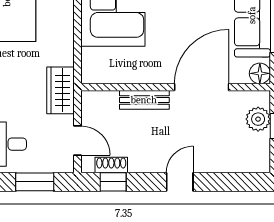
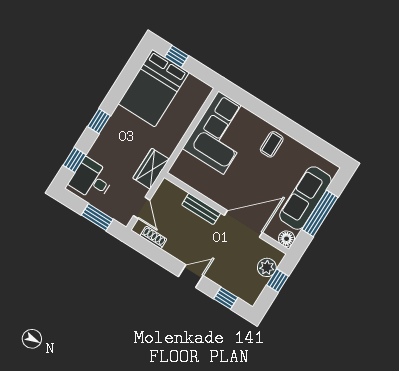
window: (113, 182) -> (226, 298), moved

